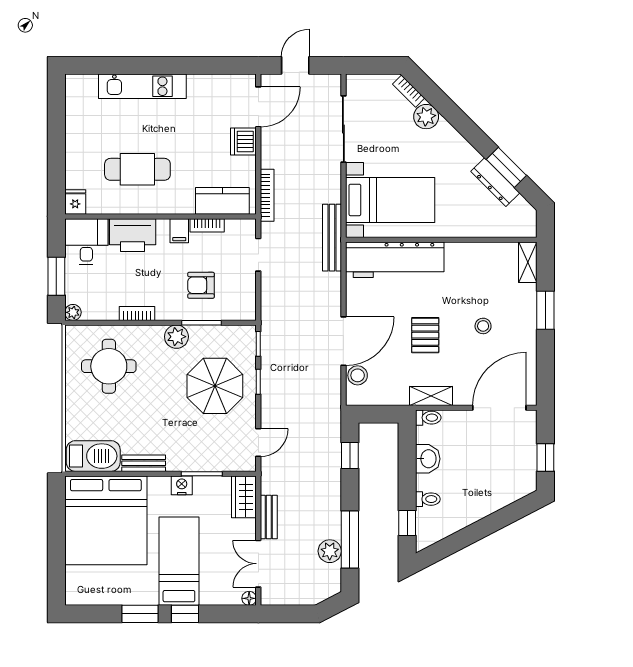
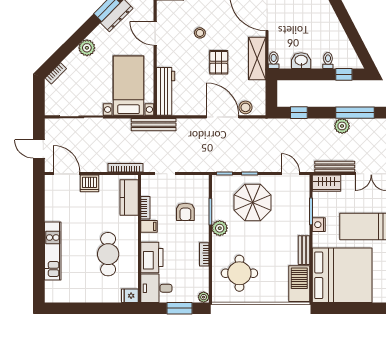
plant: (426, 117) -> (87, 48), moved
door: (469, 240) -> (155, 33), added
workbench: (395, 260) -> (166, 91), width x0.73, depth x0.76
stool: (483, 326) -> (200, 33), moved
pallet: (425, 335) -> (219, 62), turned 90
shelving: (431, 396) -> (257, 59), width x1.50, depth x1.33
bench: (269, 517) -> (335, 167), width x1.36
plant: (330, 551) -> (342, 126), moved

